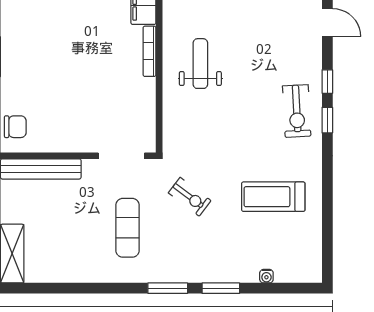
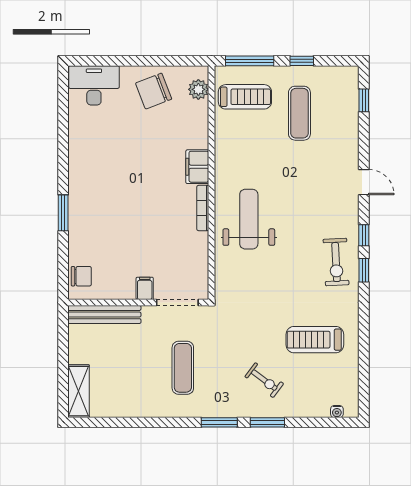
weight bench: (200, 64) -> (249, 219), width x1.36, depth x1.33
filing cabinet: (85, 140) -> (145, 288), added
exercise bike: (190, 197) -> (264, 380), moved
water cooler: (266, 276) -> (337, 412), moved

